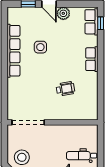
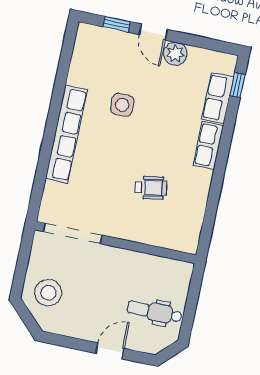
row of seats: (91, 22) -> (218, 98), moved
row of seats: (14, 51) -> (66, 134), moved

